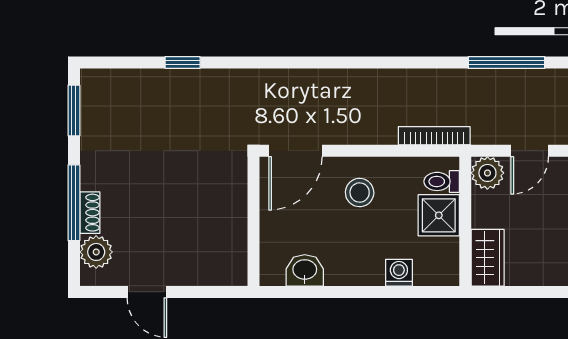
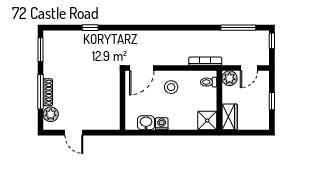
shoe rack: (90, 213) -> (48, 92), width x1.43
shower: (439, 215) -> (207, 120), moved
washing machine: (399, 273) -> (162, 124), moved

